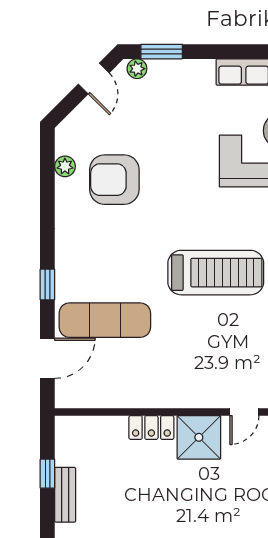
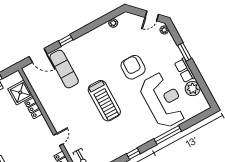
window: (162, 52) -> (184, 52), moved
armchair: (114, 180) -> (133, 67), moved
door: (244, 412) -> (58, 140), swing flipped
shower: (199, 437) -> (20, 92), moved

